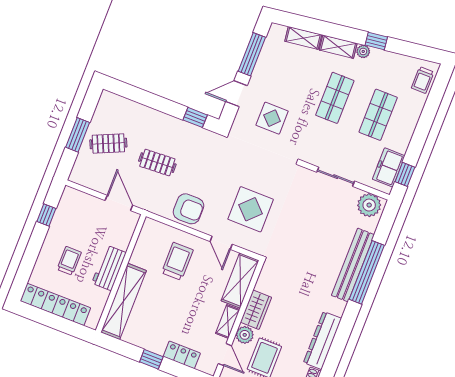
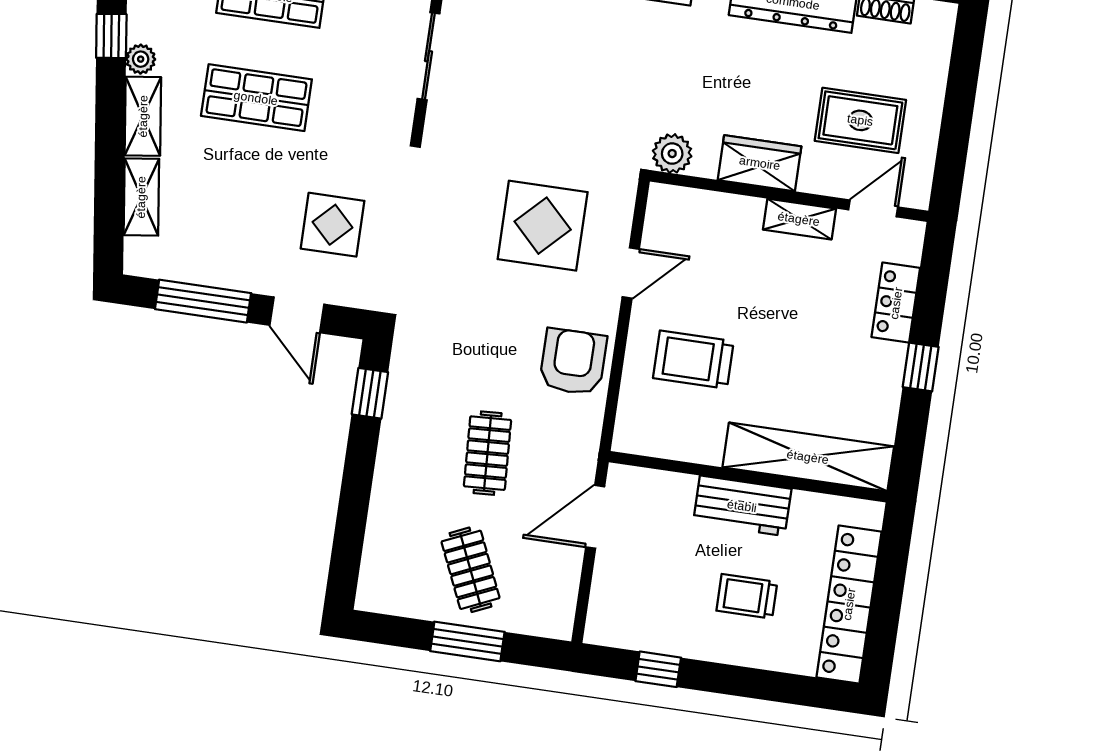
shelving: (240, 281) -> (704, 213), removed
plant: (245, 335) -> (672, 154), moved

